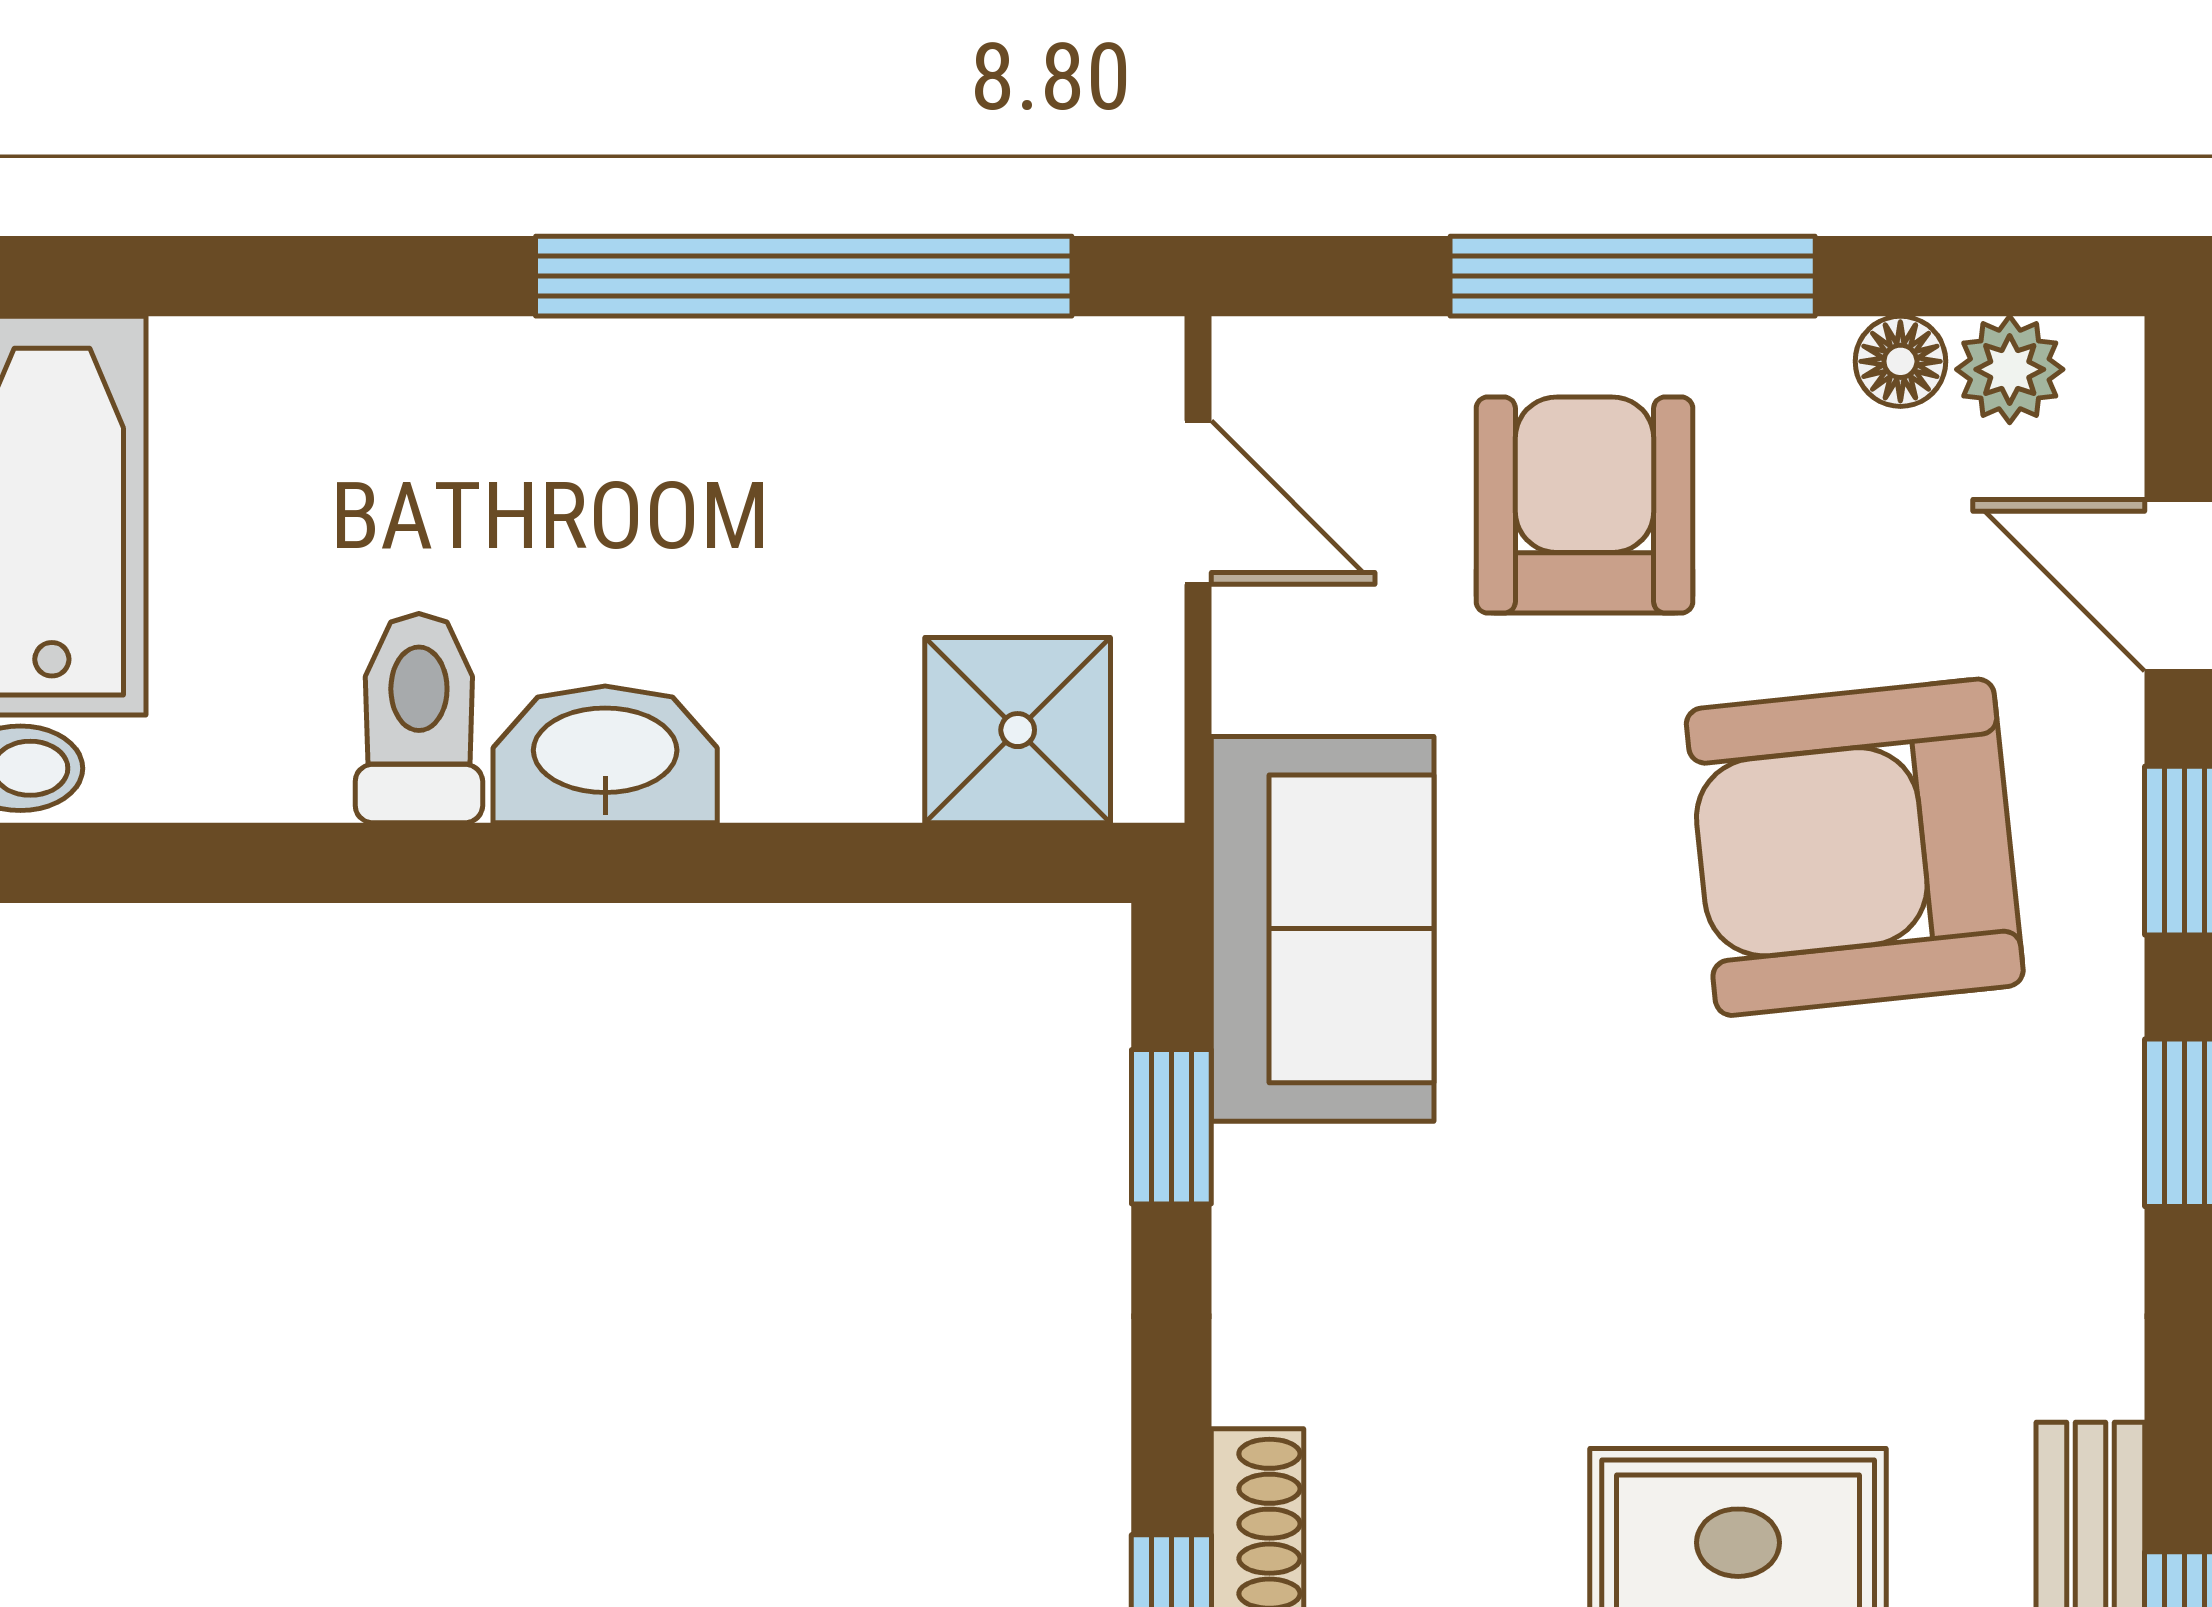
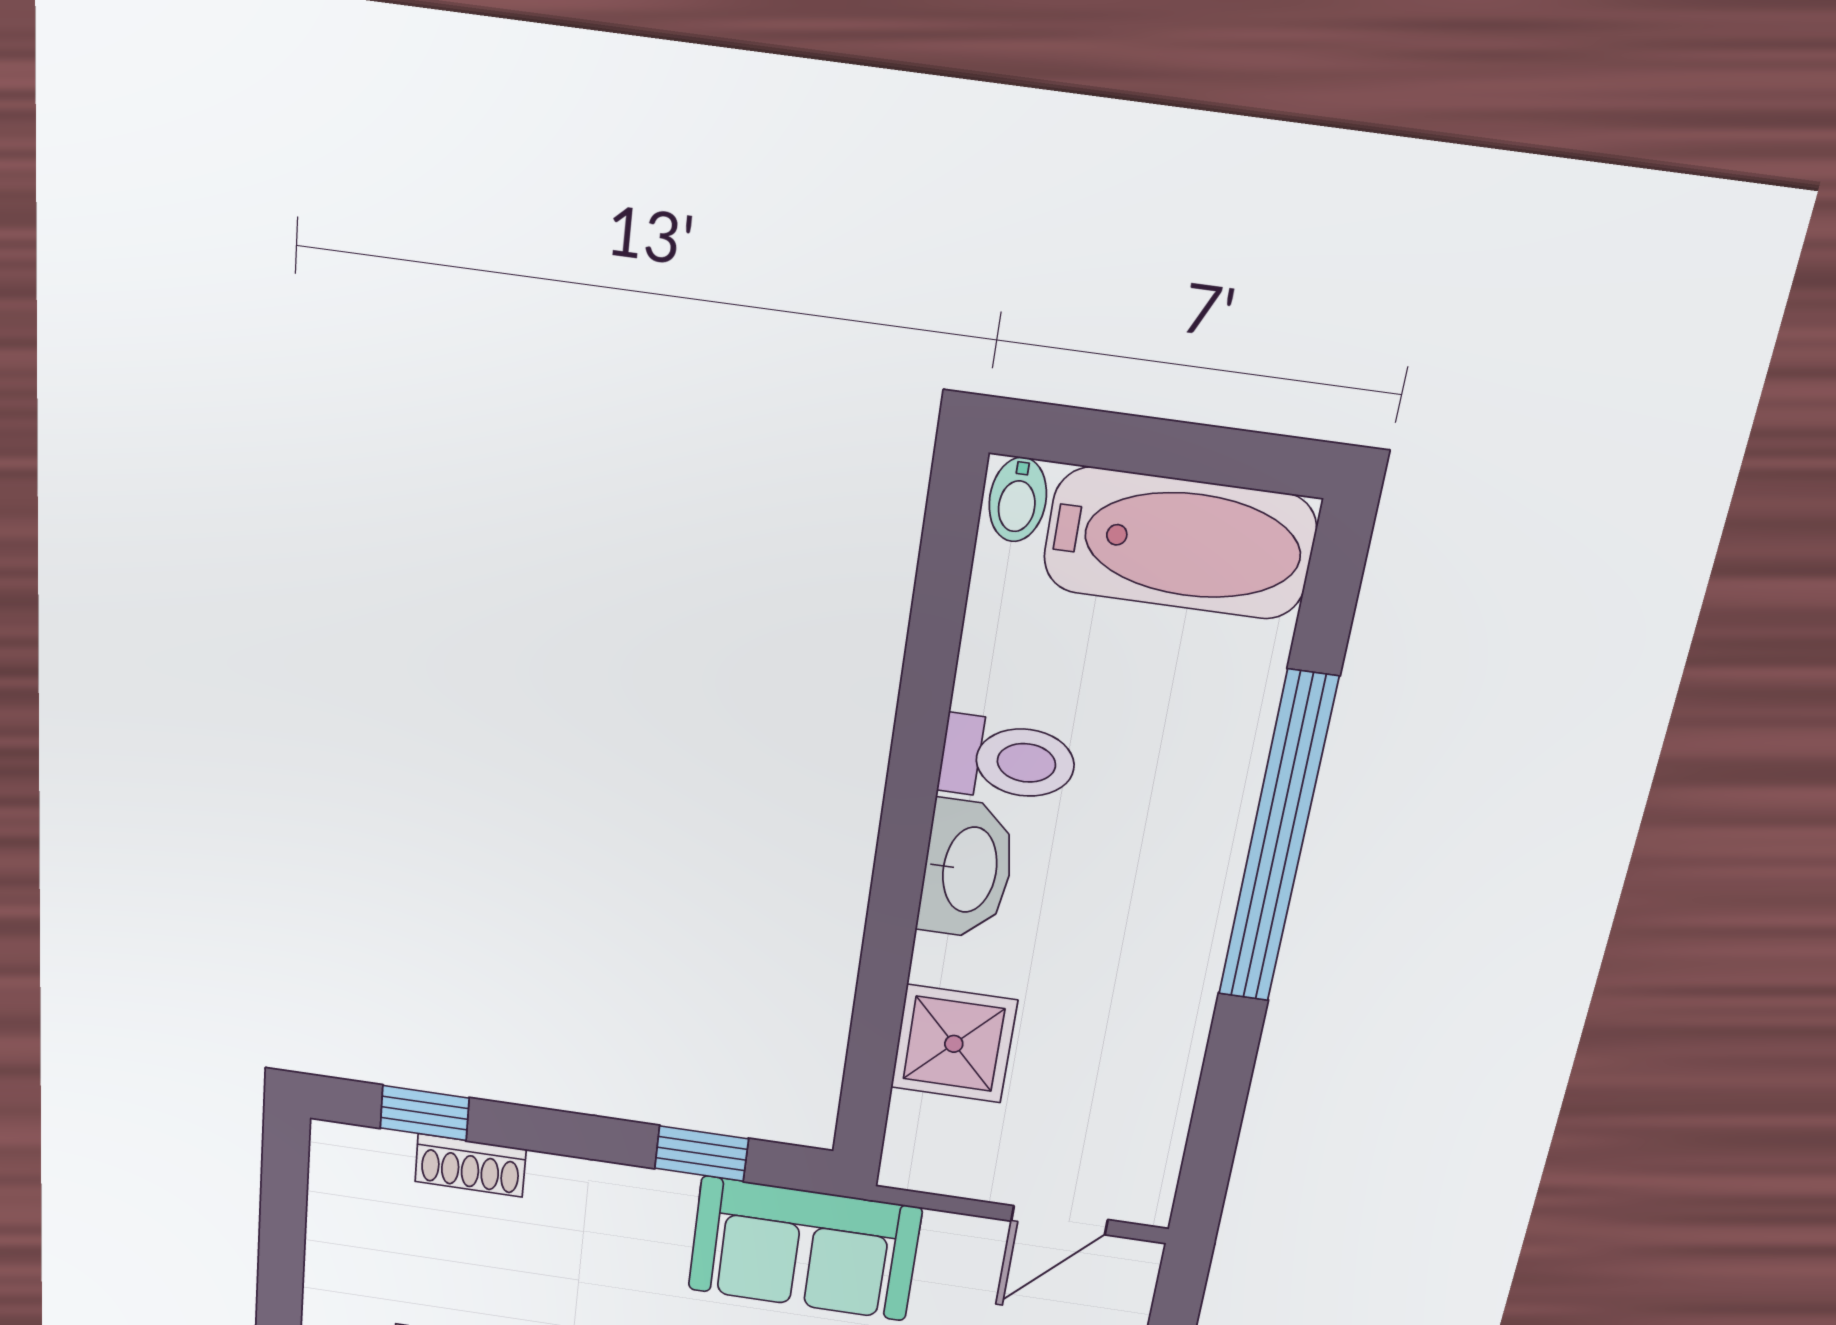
window: (804, 276) -> (1277, 839), moved
shower: (1018, 730) -> (954, 1044), moved

